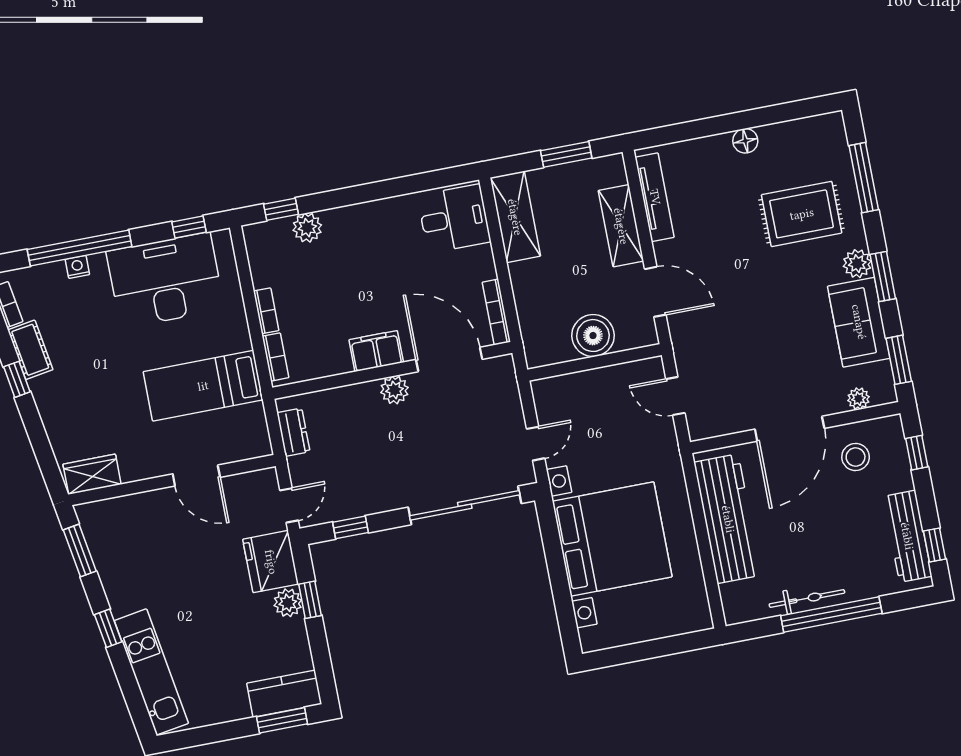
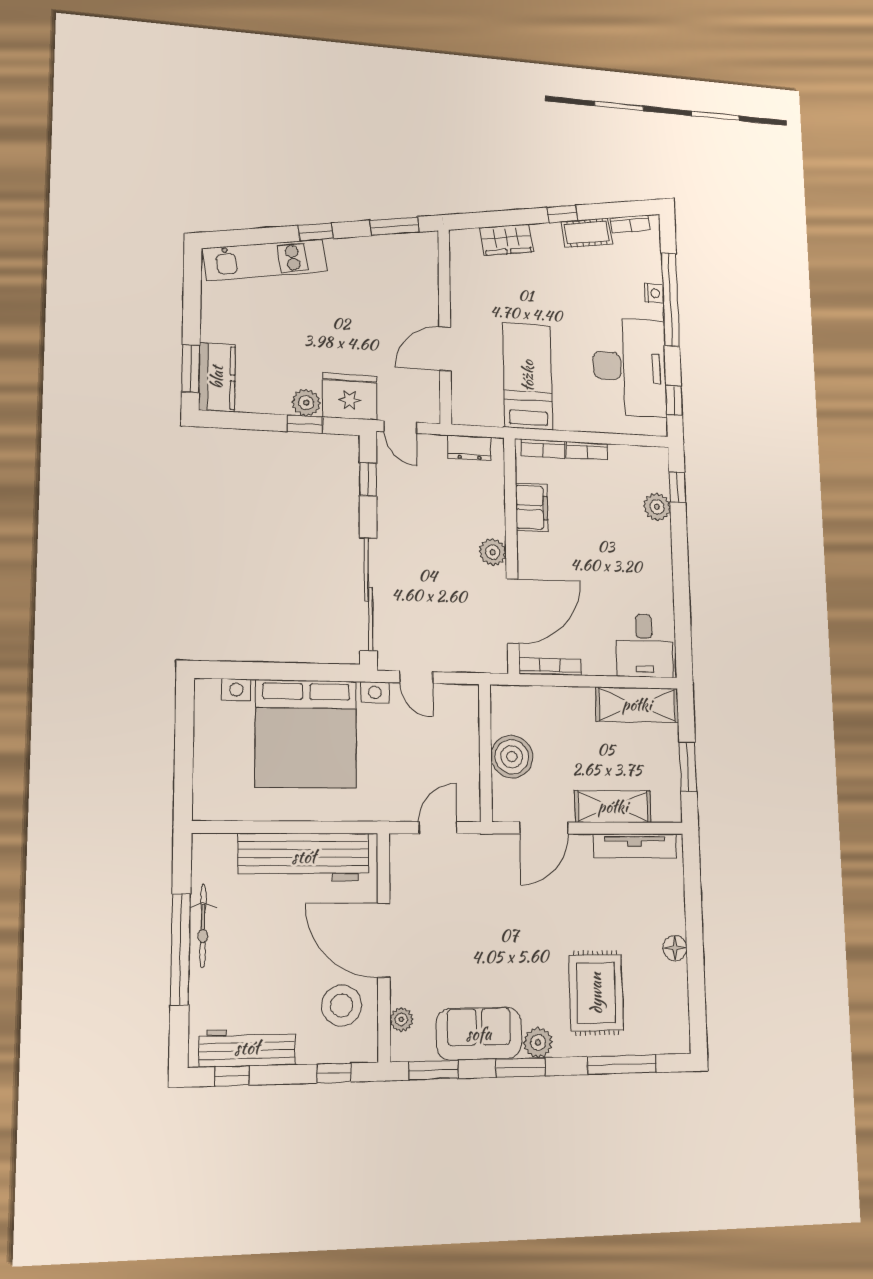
filing cabinet: (376, 351) -> (532, 507), moved
stool: (856, 457) -> (342, 1005), width x1.38, depth x1.38
wardrobe: (92, 474) -> (507, 240), moved, turned 81

